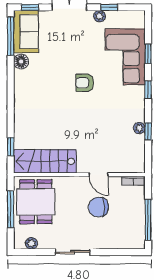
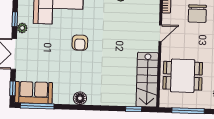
floor lamp: (21, 62) -> (80, 98), moved
dining table: (36, 202) -> (183, 76), moved
chair: (98, 207) -> (197, 14), moved

